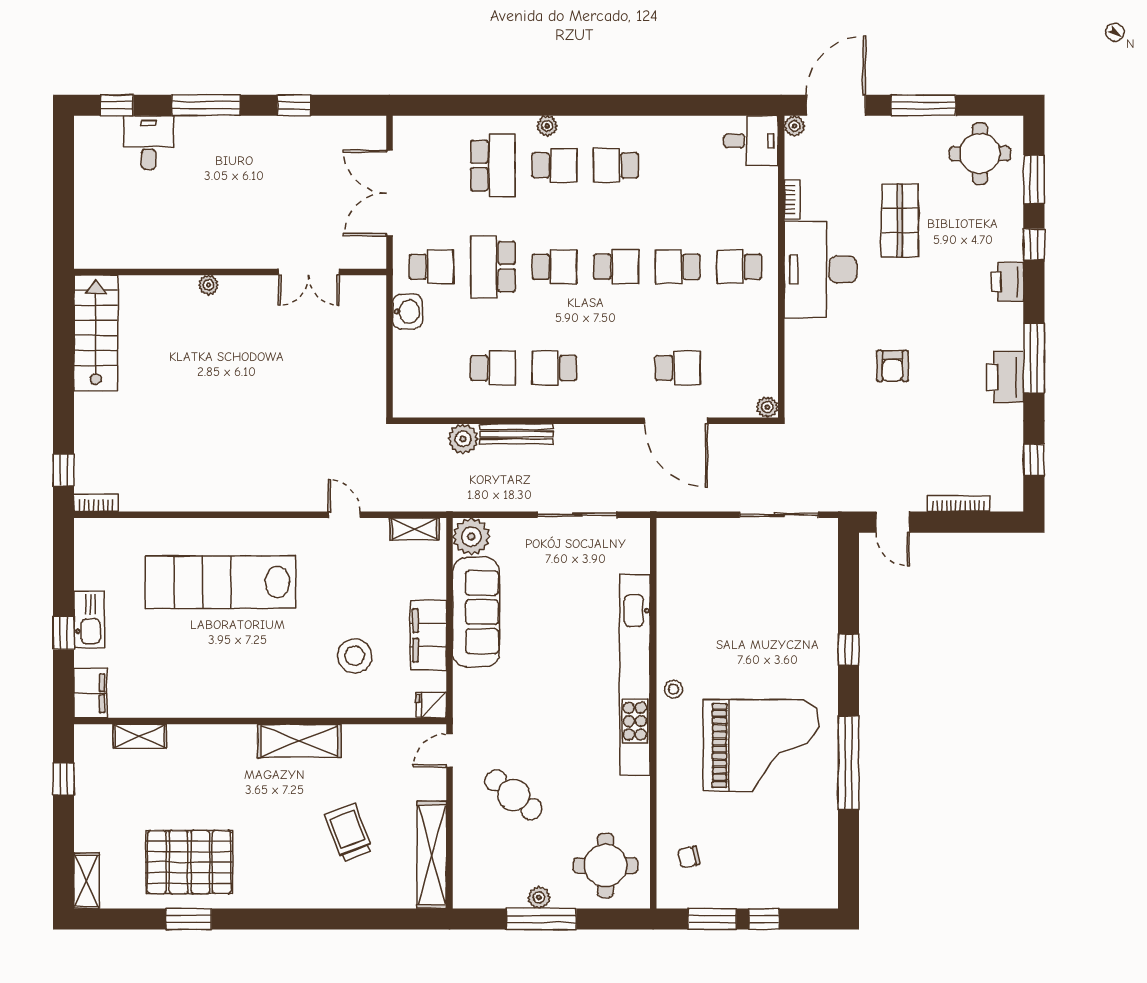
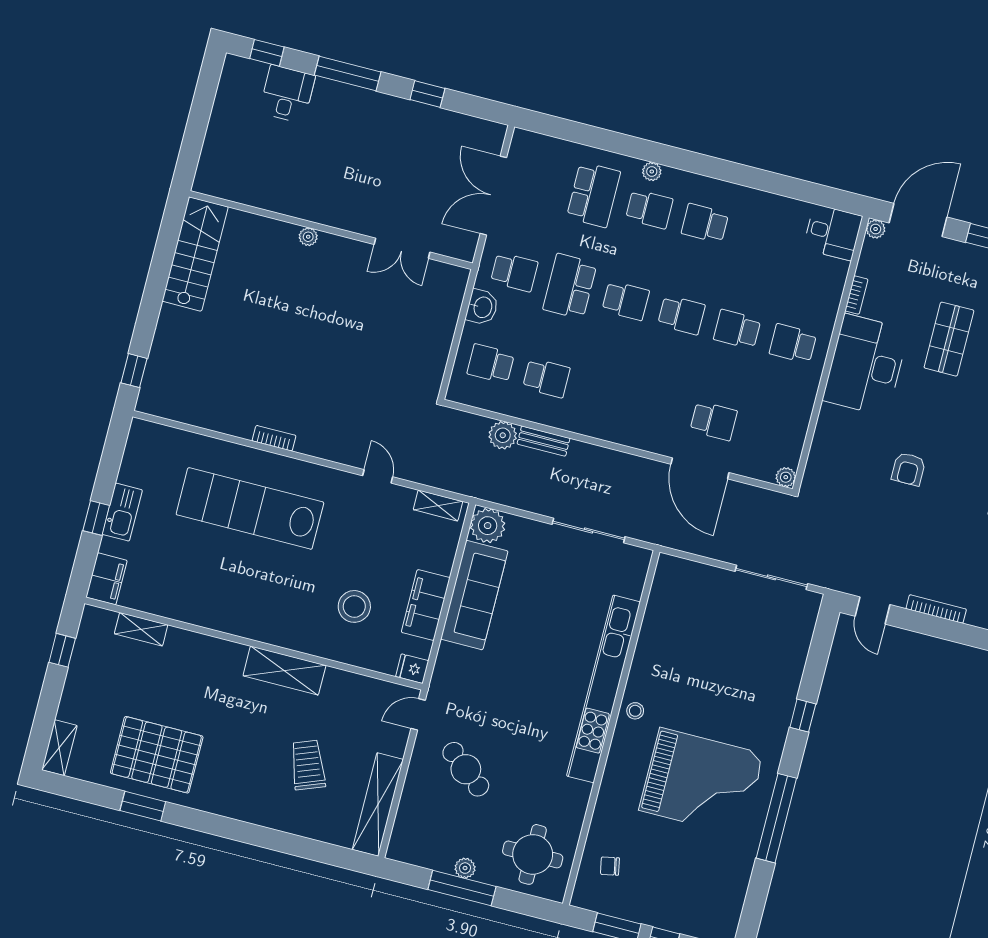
school desk: (554, 368) -> (491, 364), moved
bench: (516, 434) -> (544, 441), width x0.73
bookcase: (96, 503) -> (274, 438), moved

